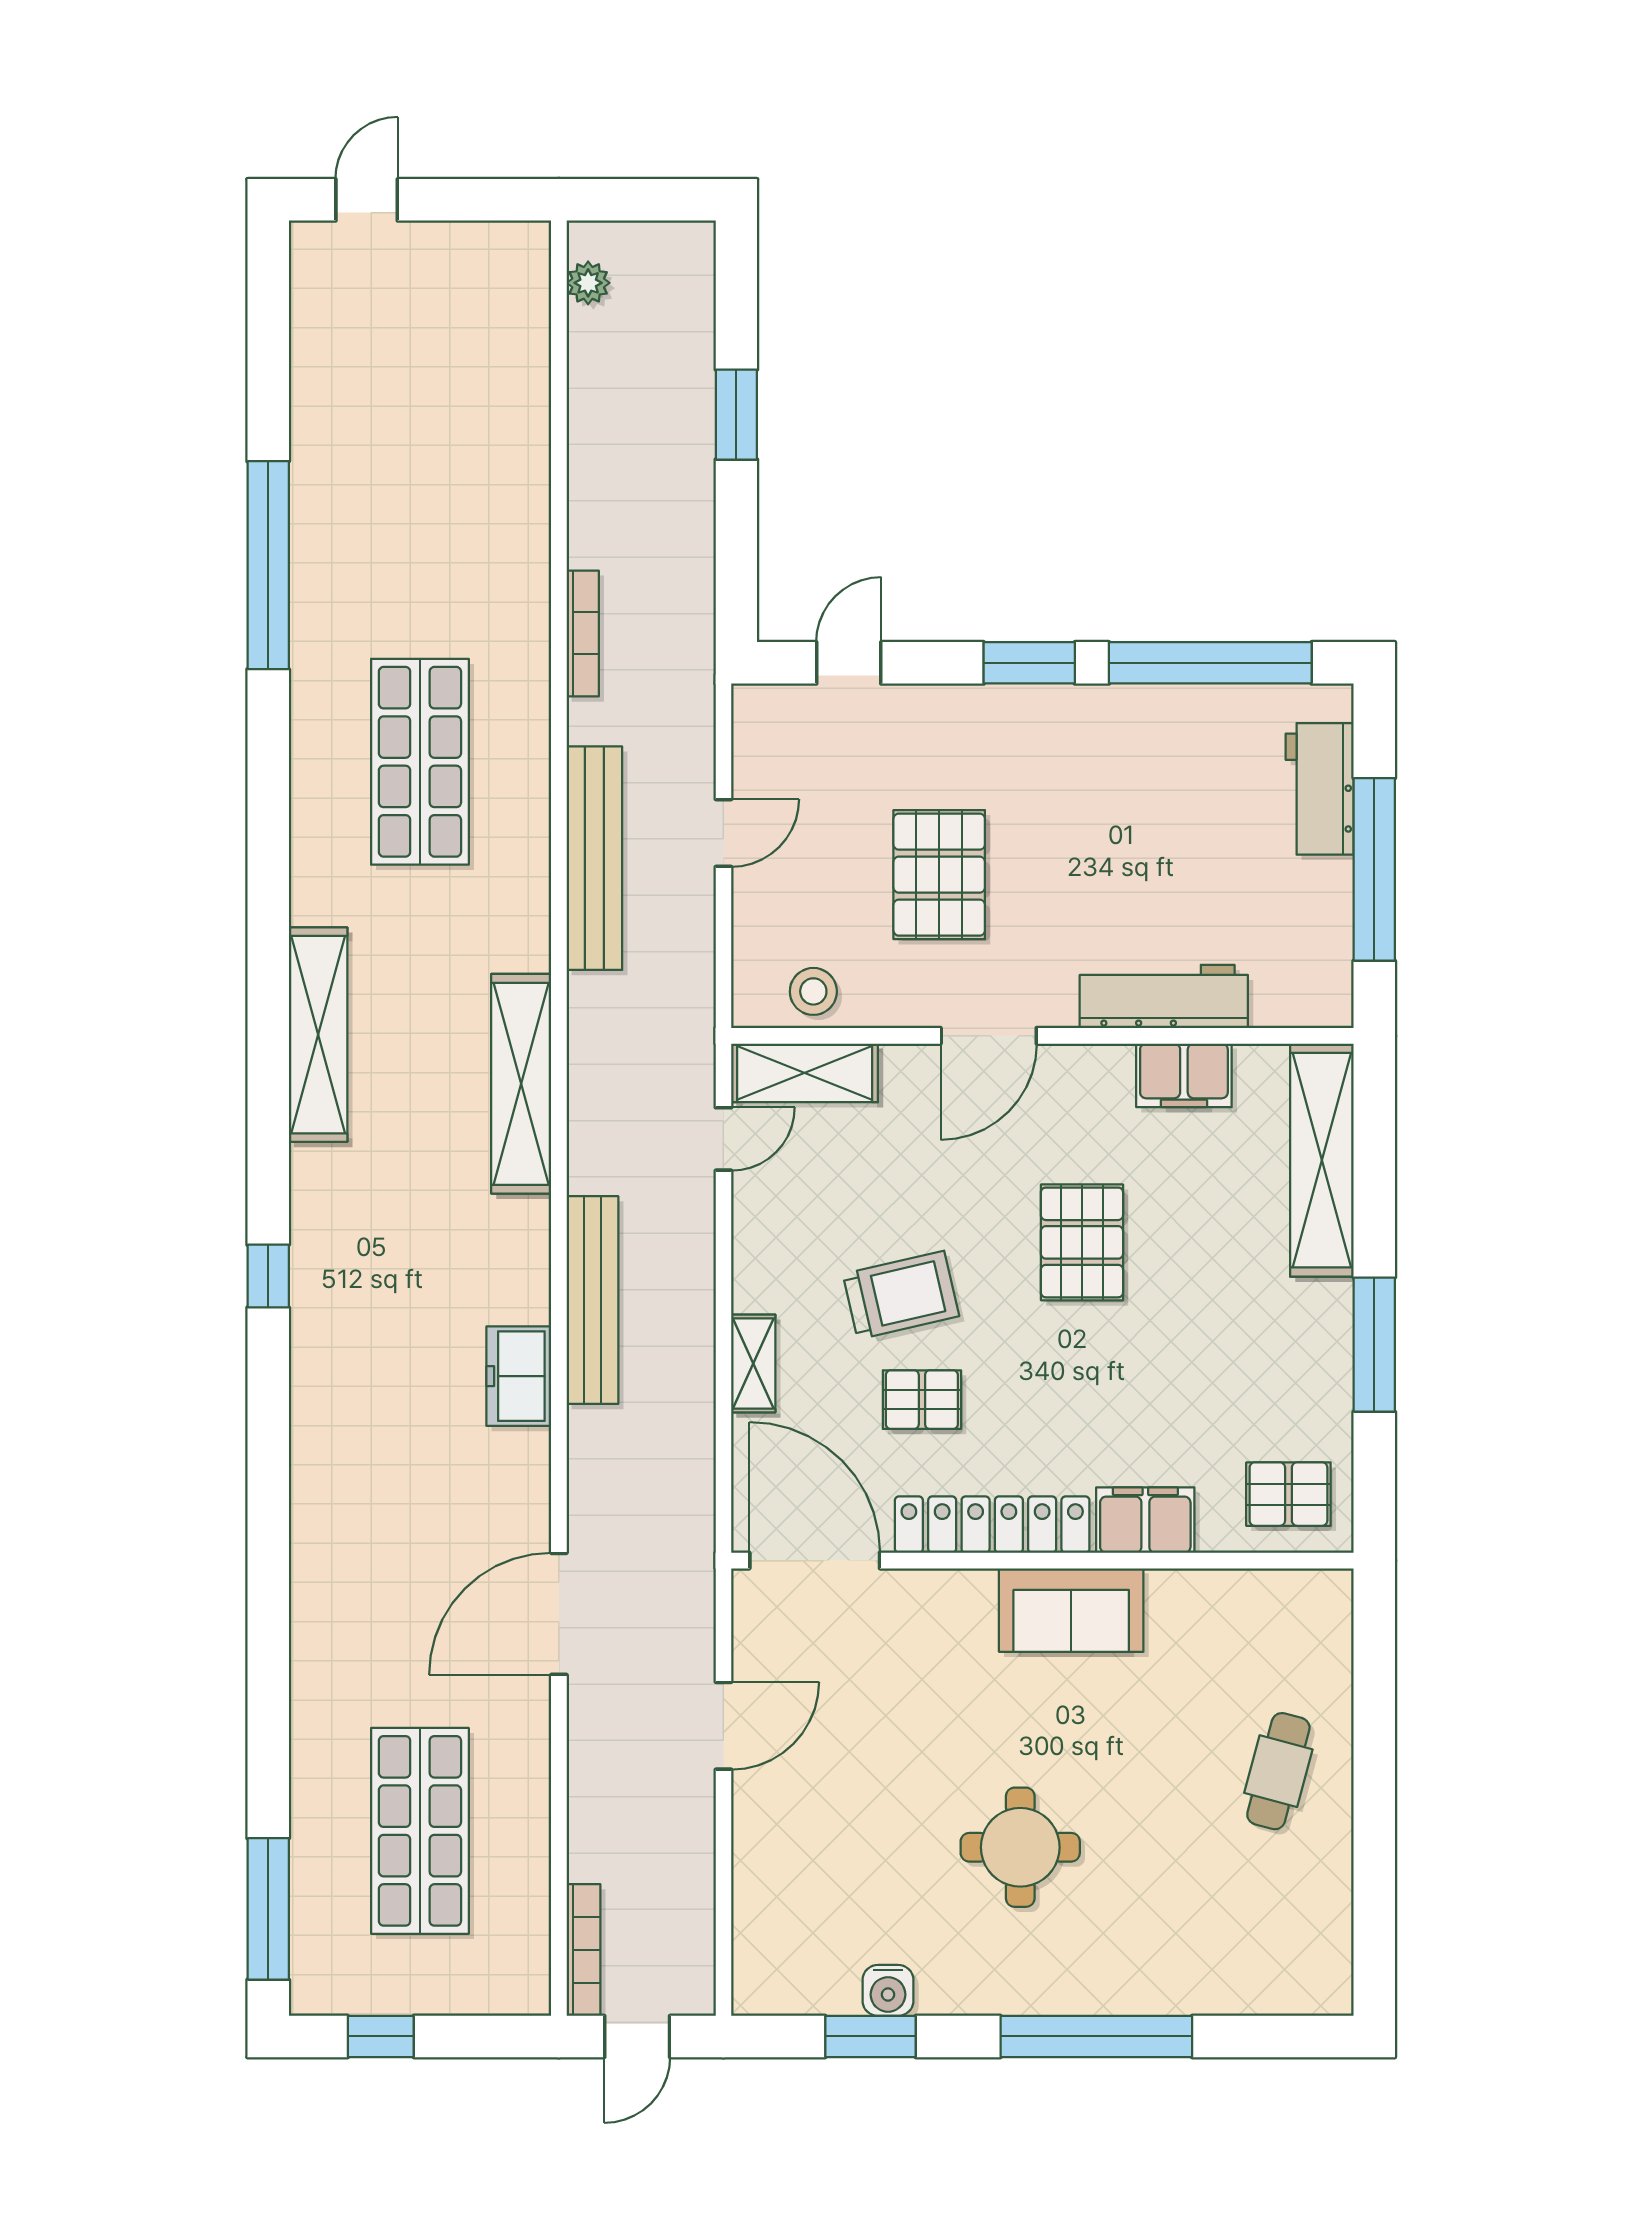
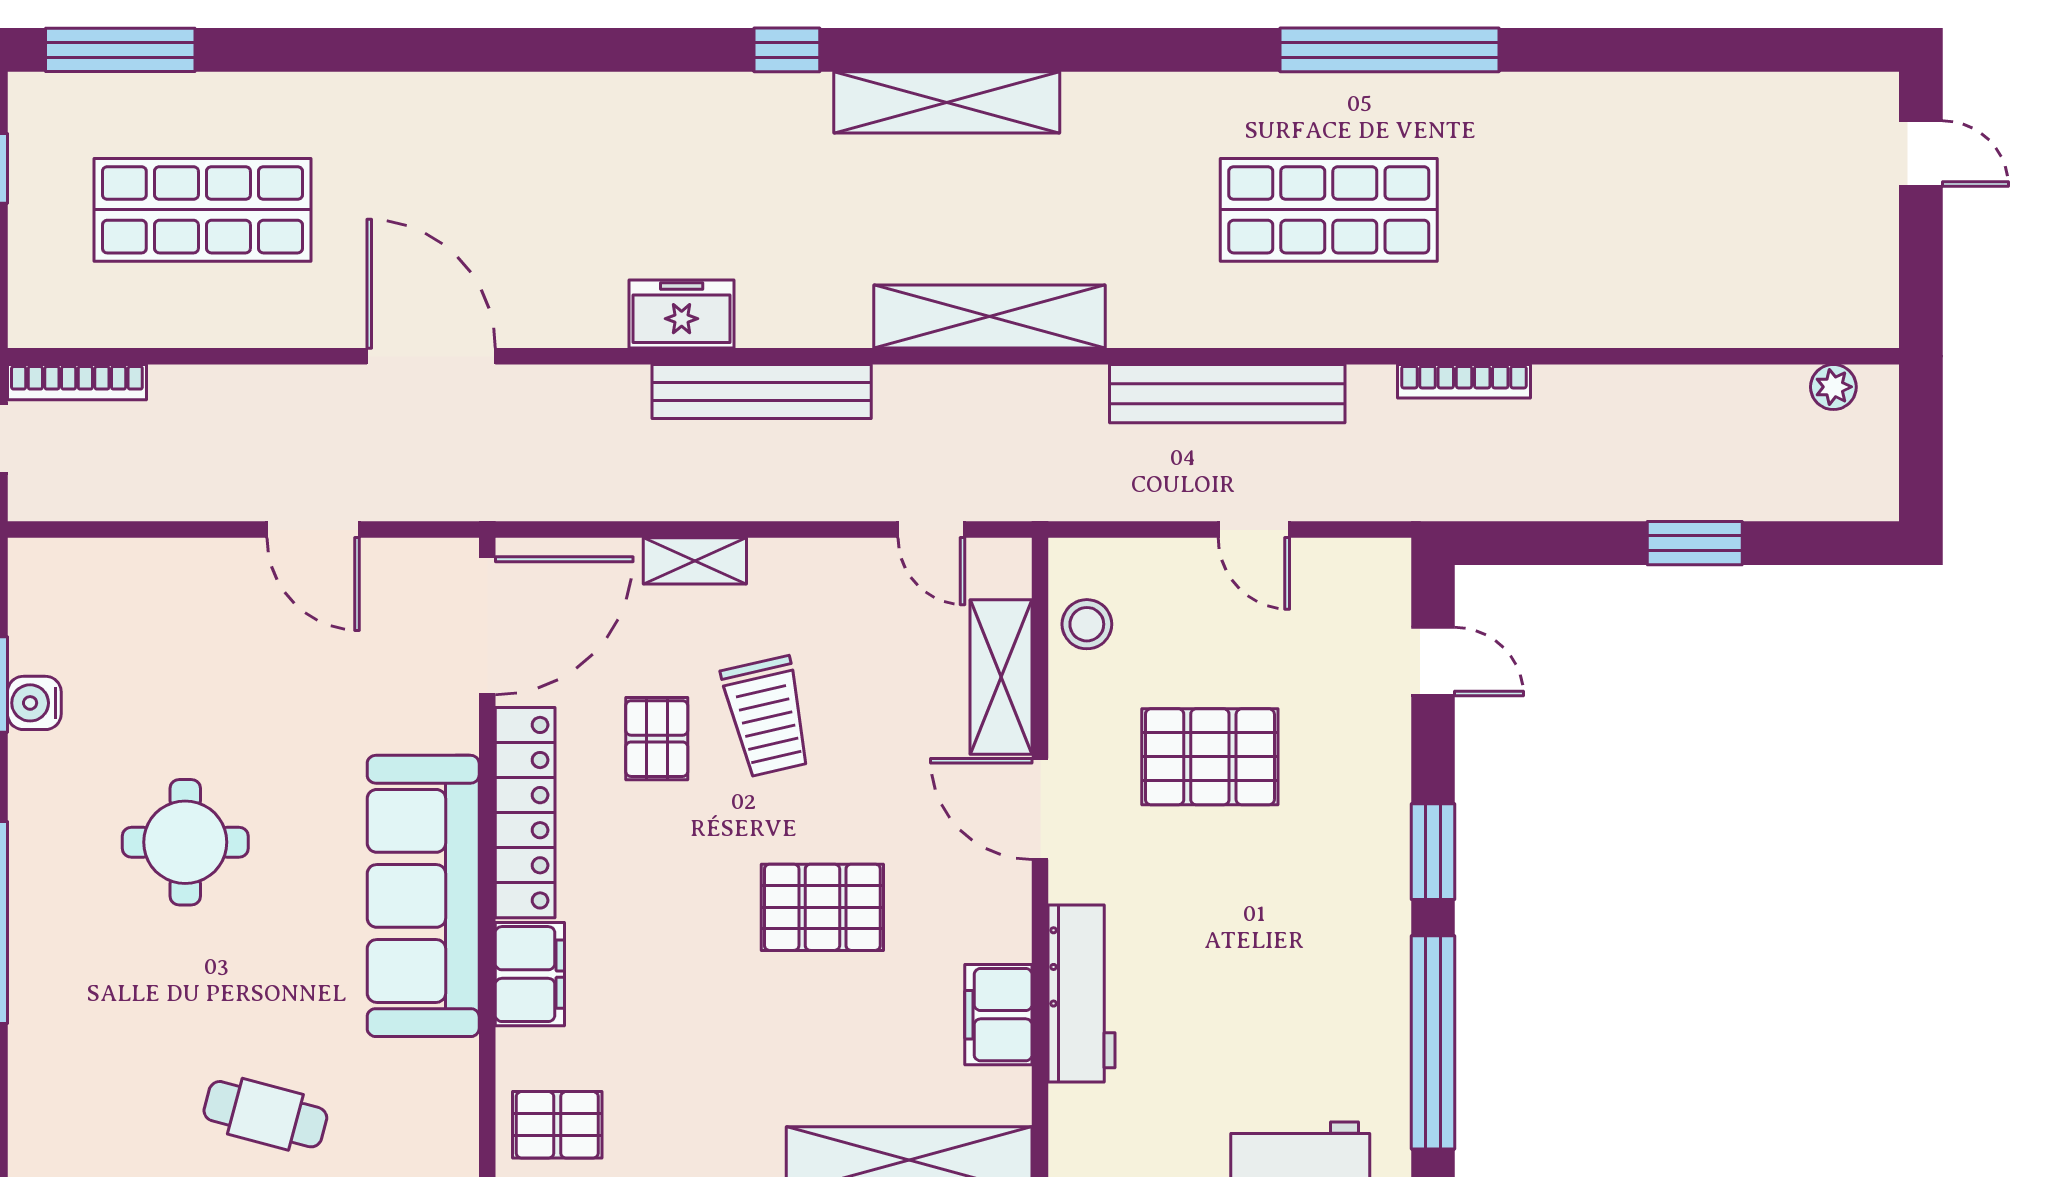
window: (268, 565) -> (1389, 50), moved
shelving: (318, 1035) -> (947, 102), moved
shelving: (805, 1073) -> (1001, 677), moved
pallet: (1288, 1494) -> (557, 1125), turned 90
sofa: (1071, 1610) -> (423, 896), width x1.85, depth x1.27

